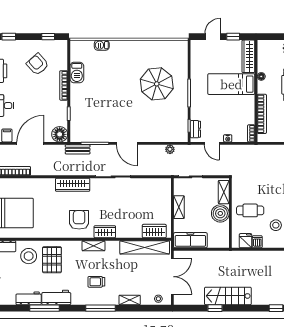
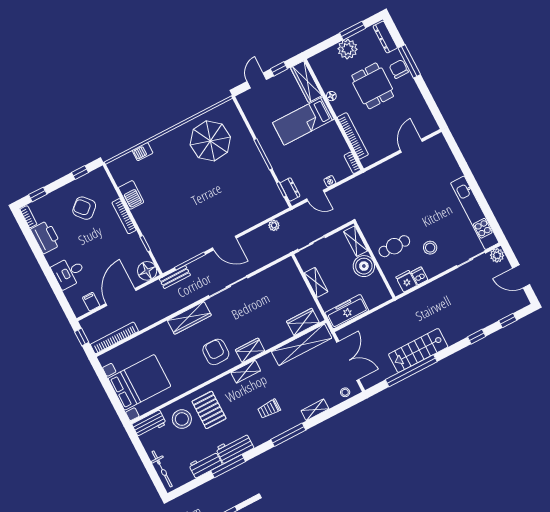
parasol: (157, 84) -> (210, 141), moved
window: (215, 308) -> (411, 371), width x3.17

